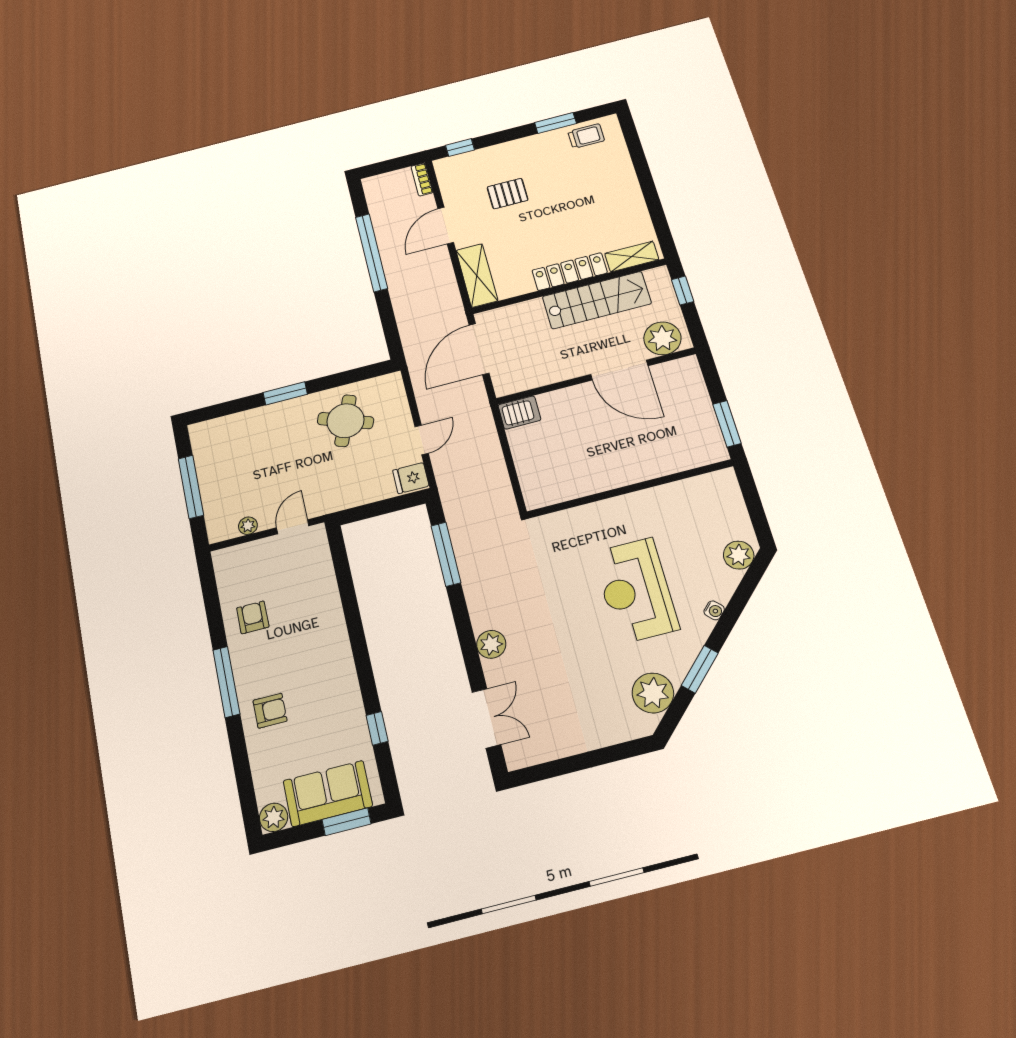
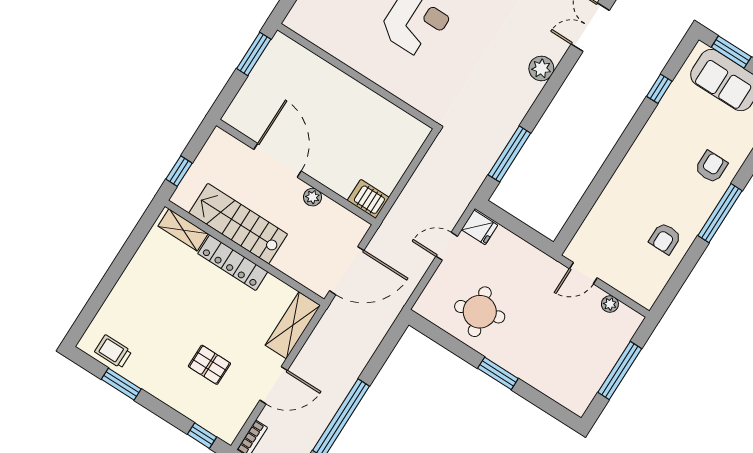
plant: (662, 338) -> (313, 197), moved, width x0.53, depth x0.53
round table: (345, 421) -> (480, 312), turned -38
armchair: (270, 711) -> (711, 167), turned 90

